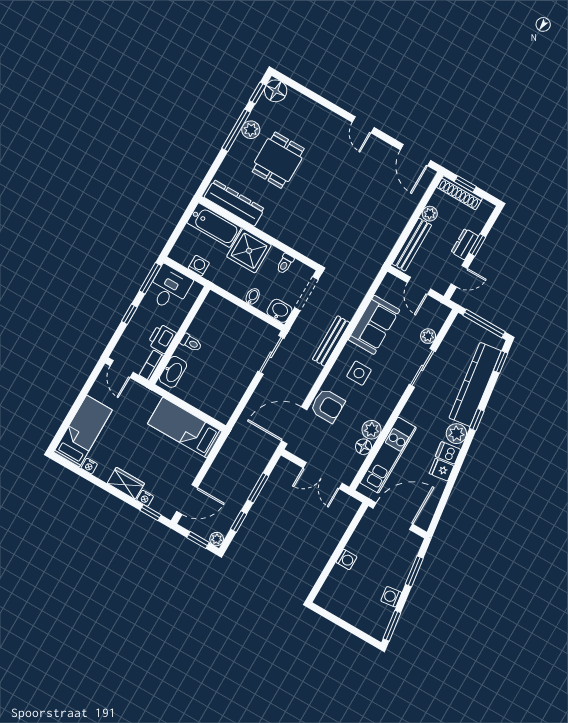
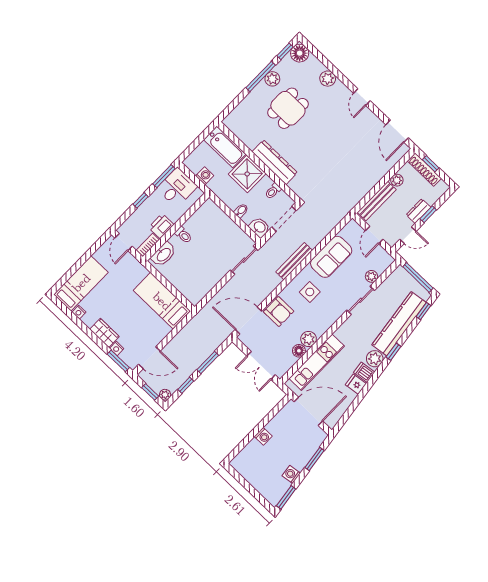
plant: (317, 113) -> (328, 79), added
dresser: (234, 203) -> (275, 162), moved
window: (151, 513) -> (118, 361), width x1.50

